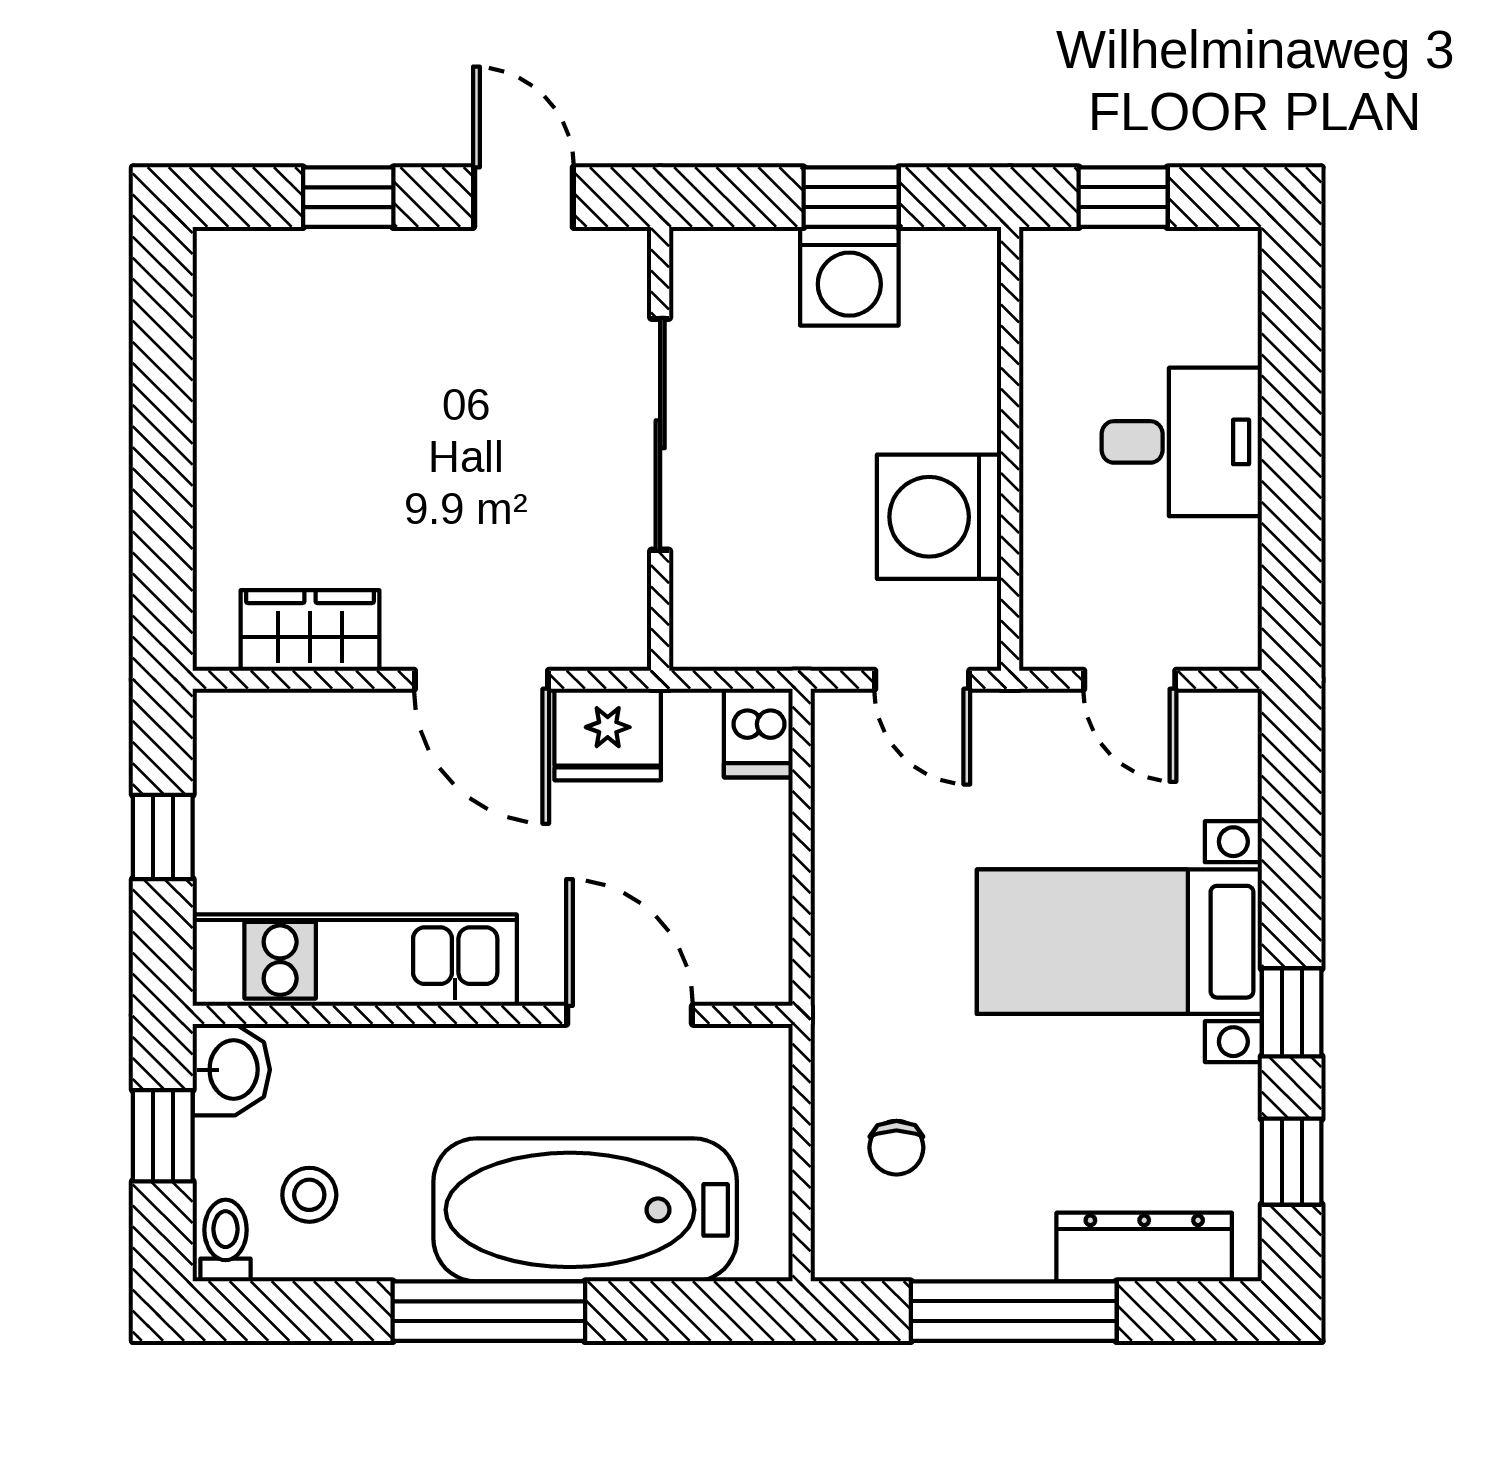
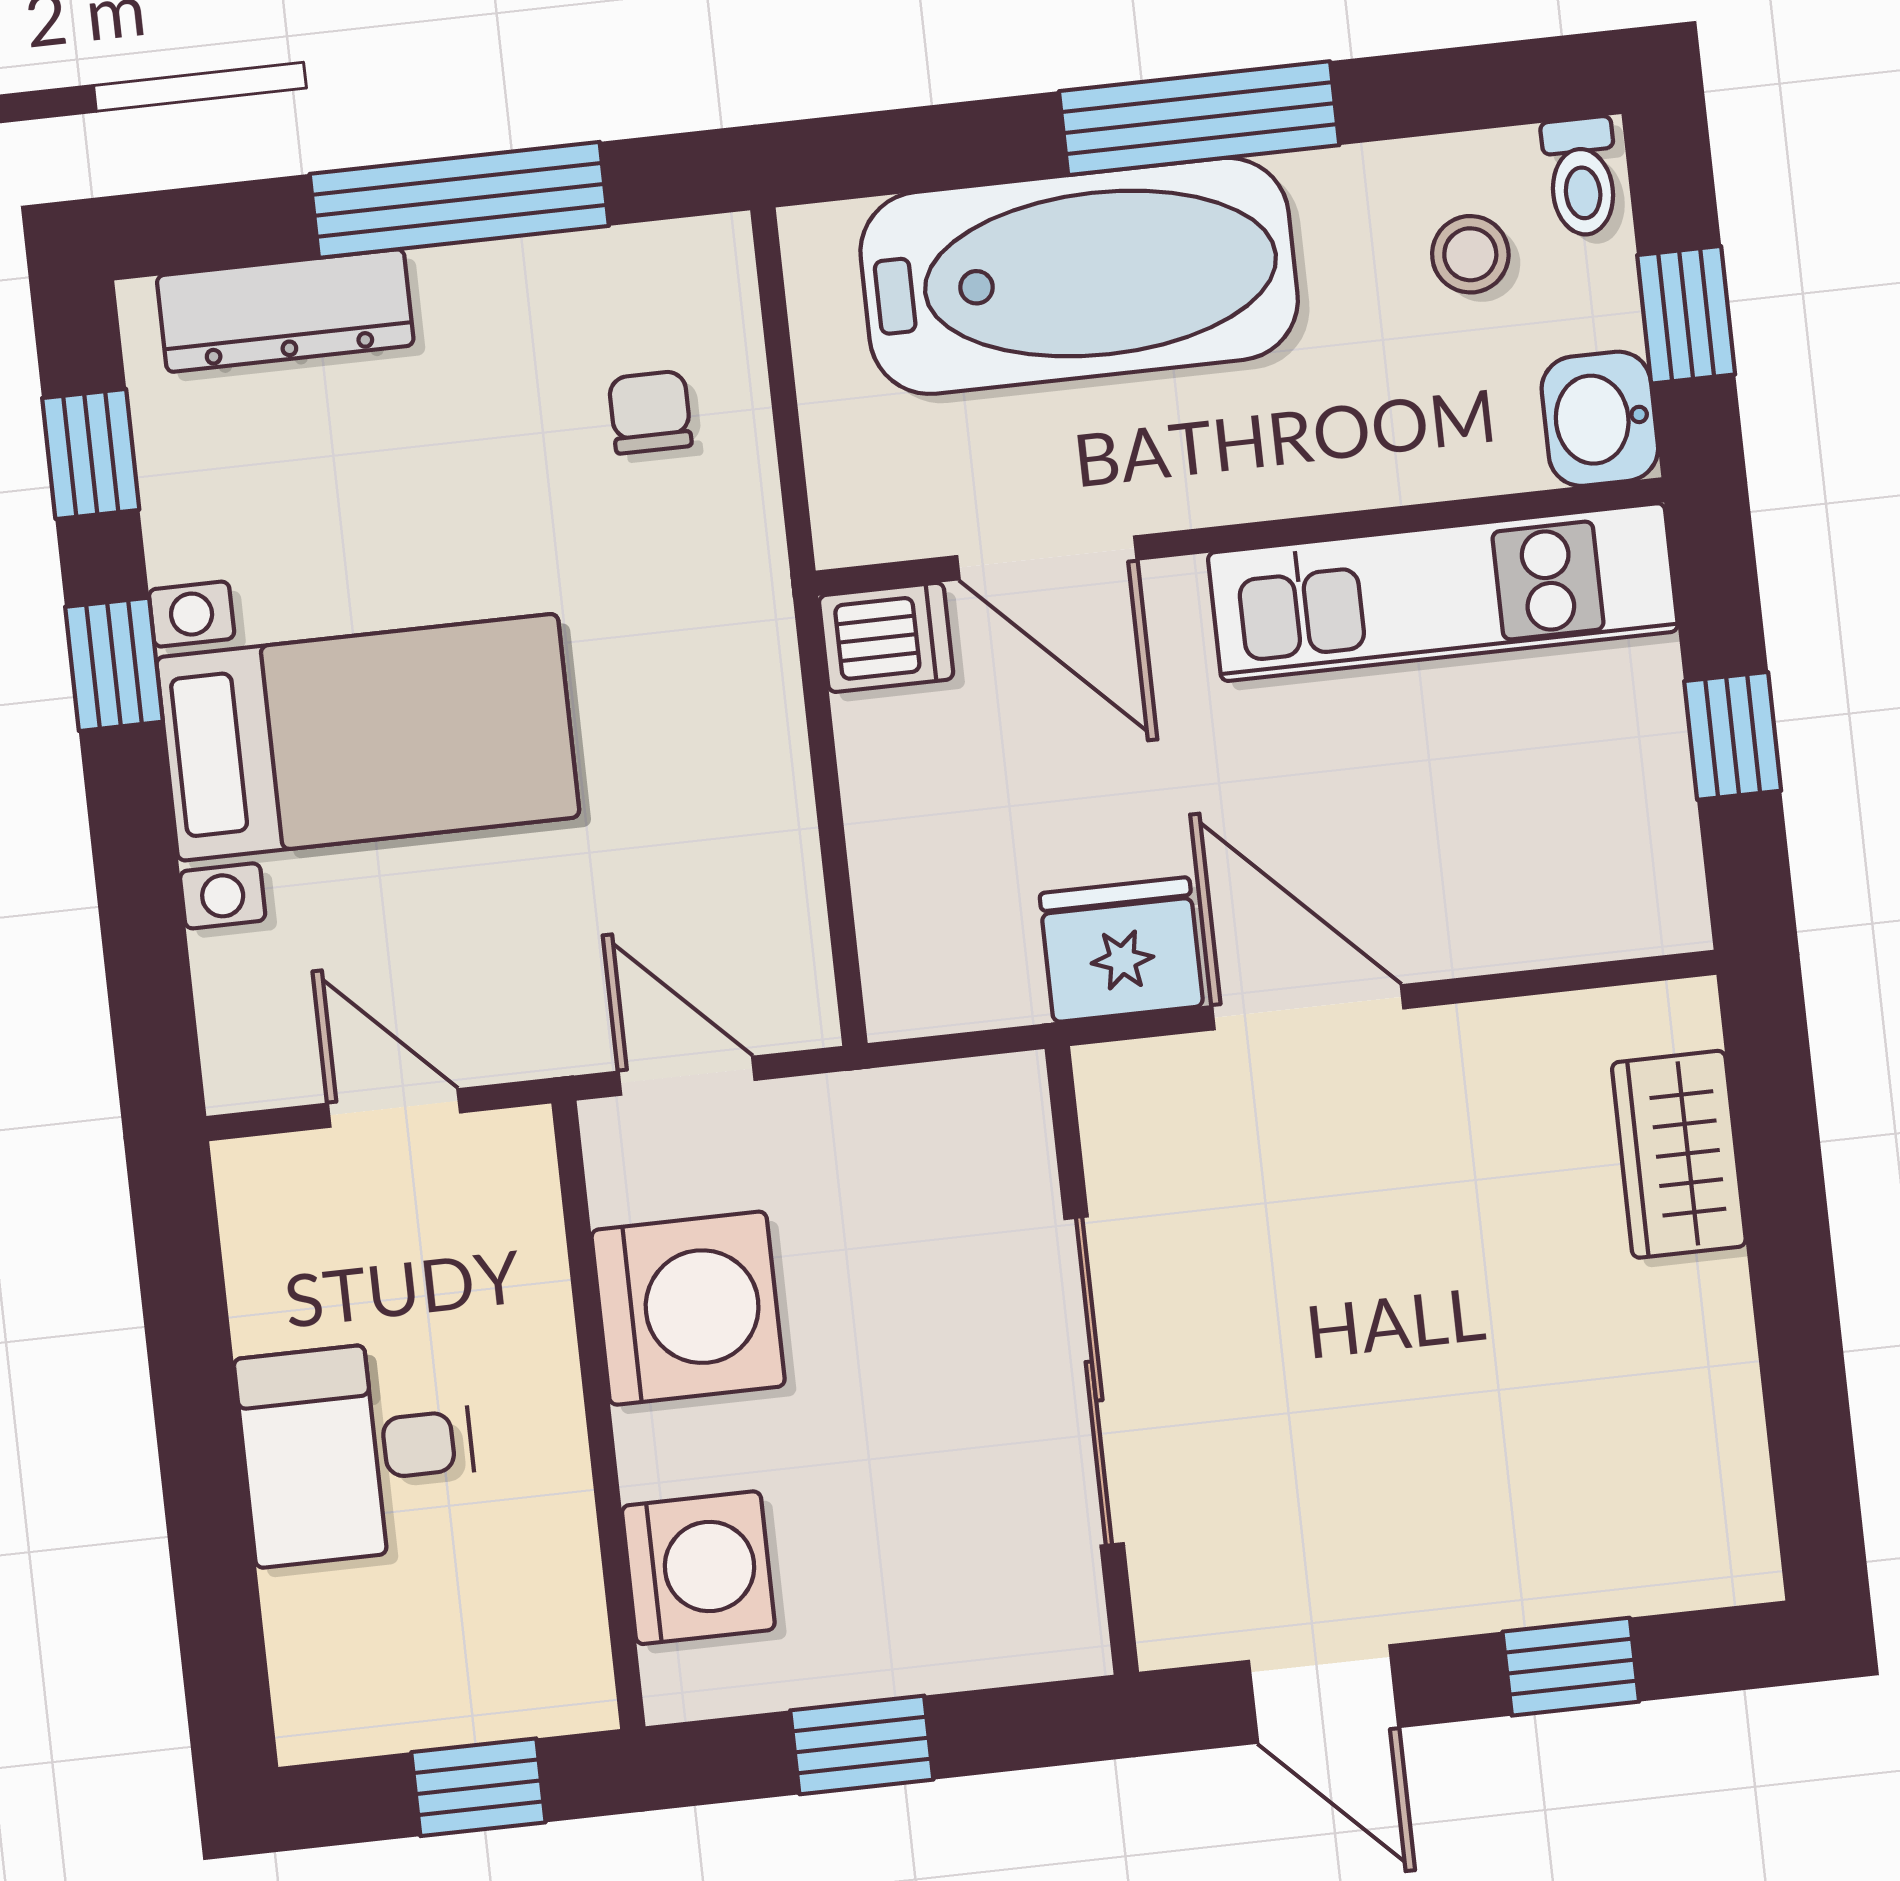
washing machine: (849, 276) -> (698, 1568), moved, turned 90
wardrobe: (310, 630) -> (1679, 1154), moved, turned 90
dishwasher: (758, 733) -> (886, 637), moved, turned 90

